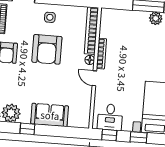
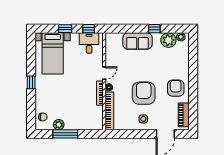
door: (94, 78) -> (104, 73), hinge flipped

